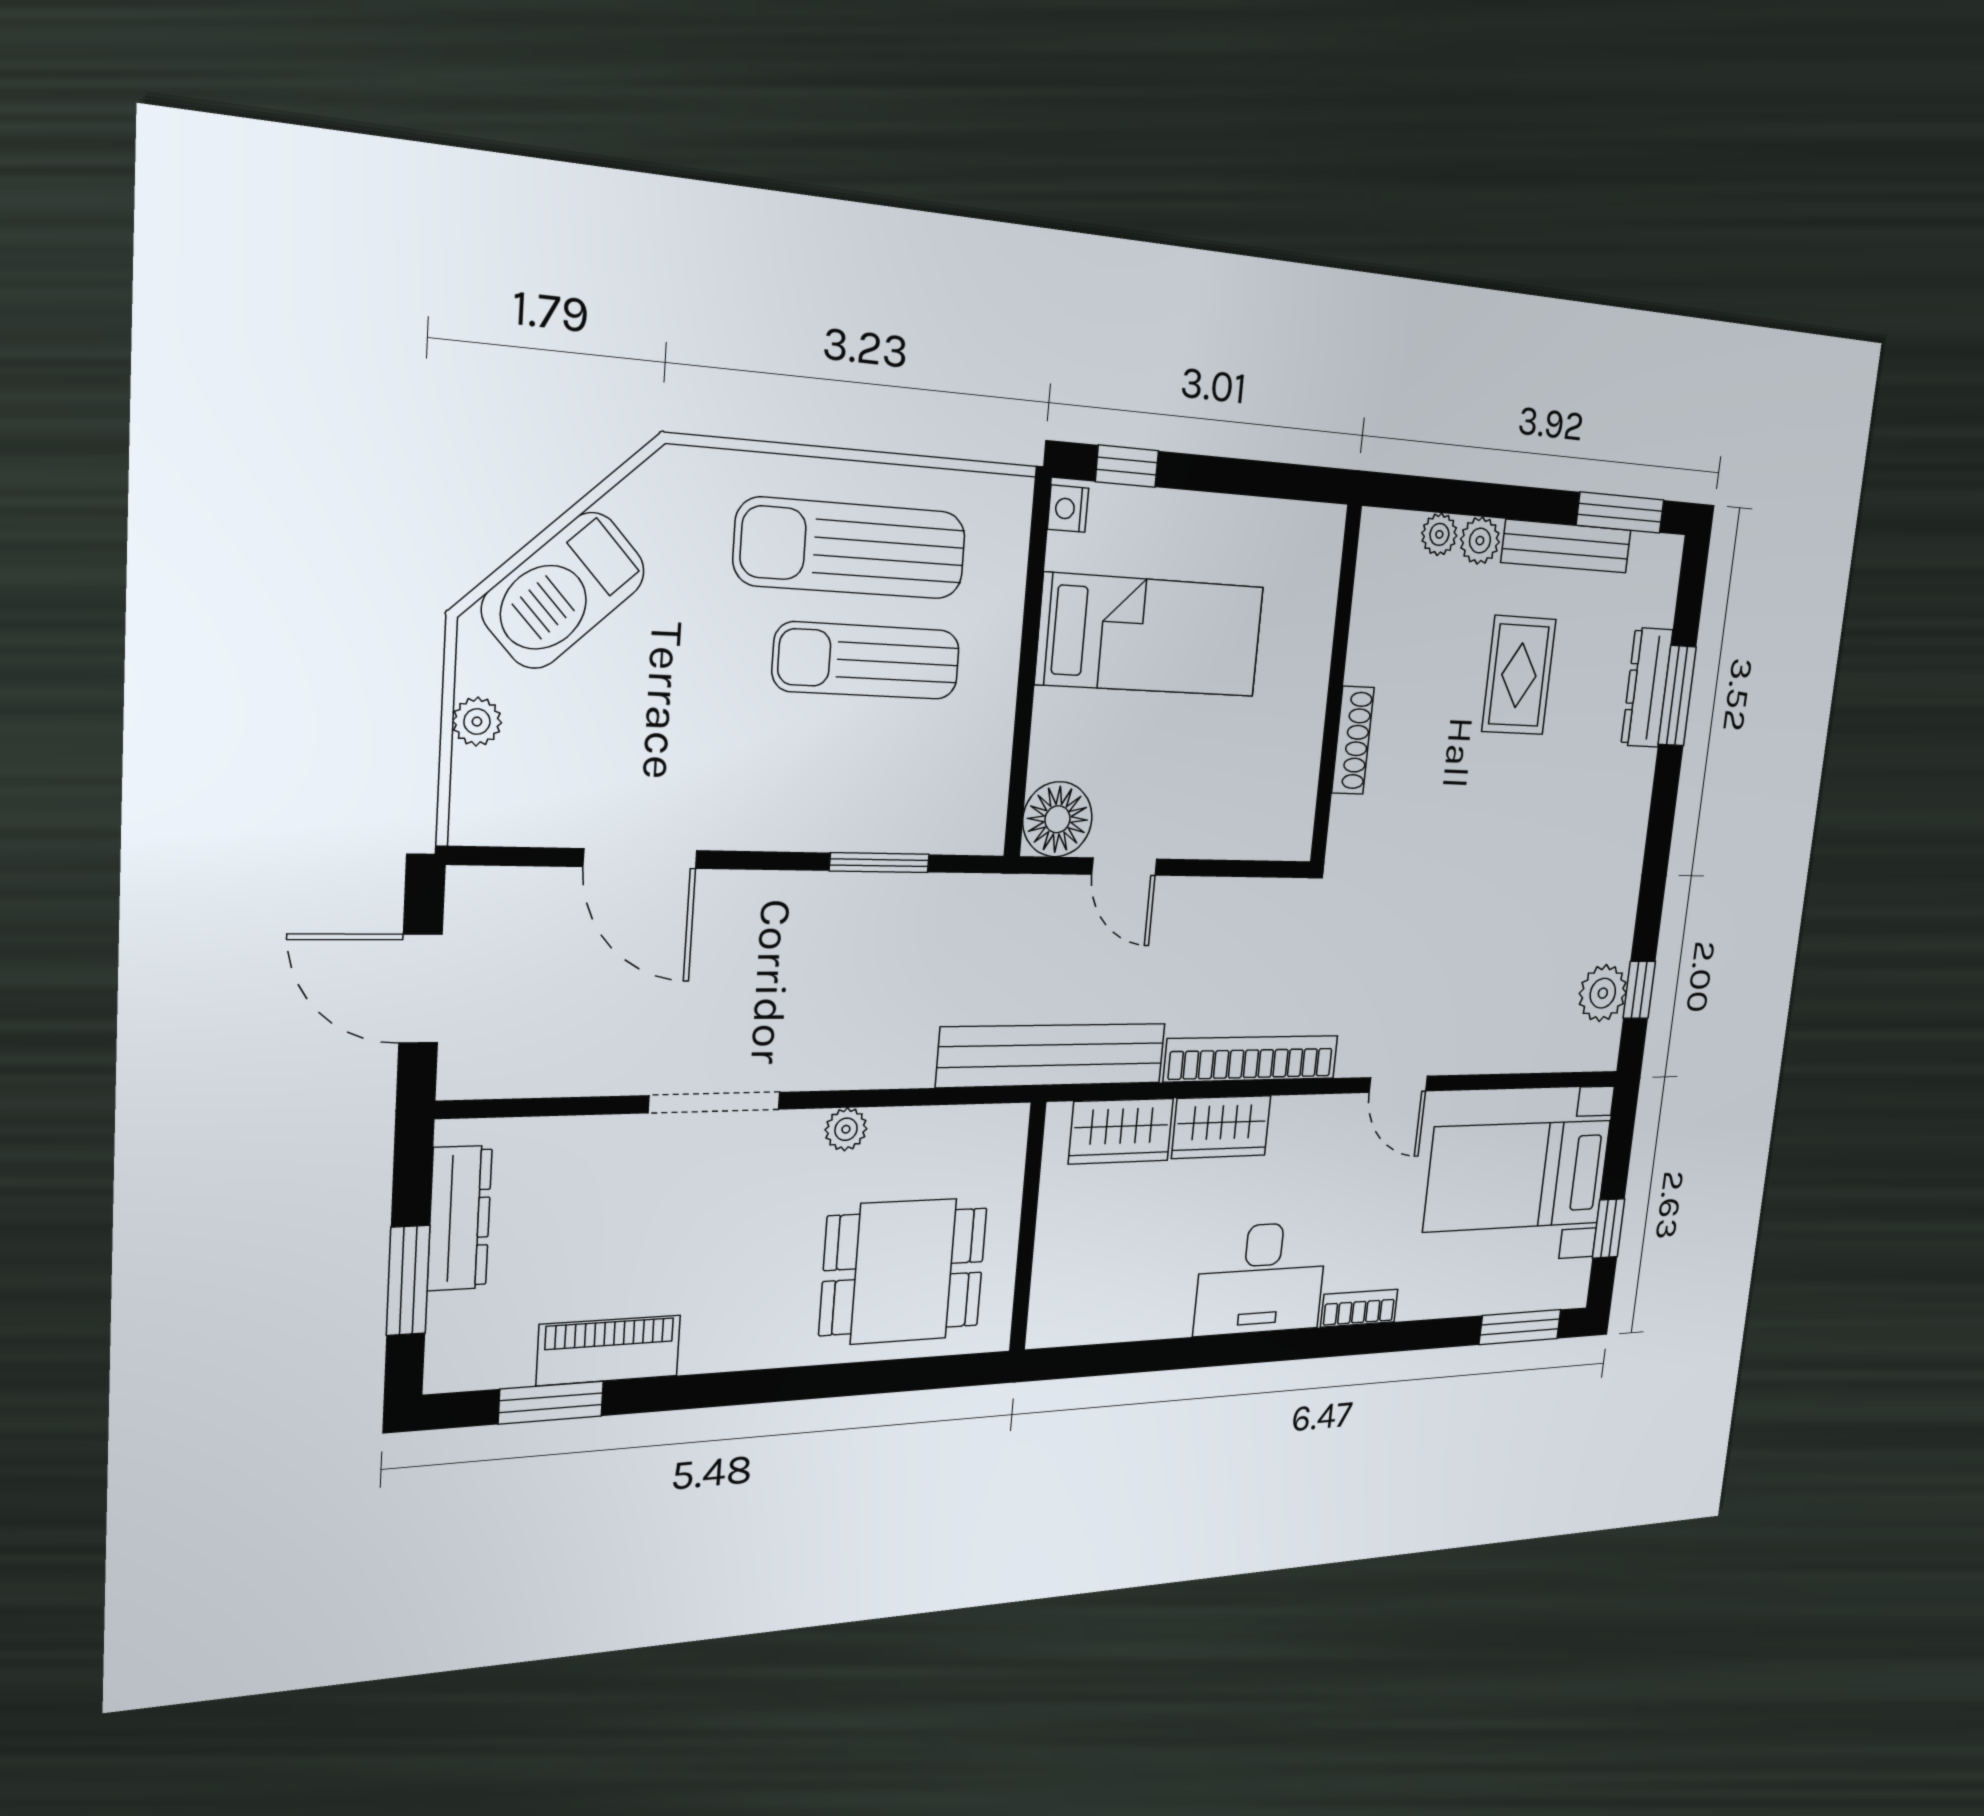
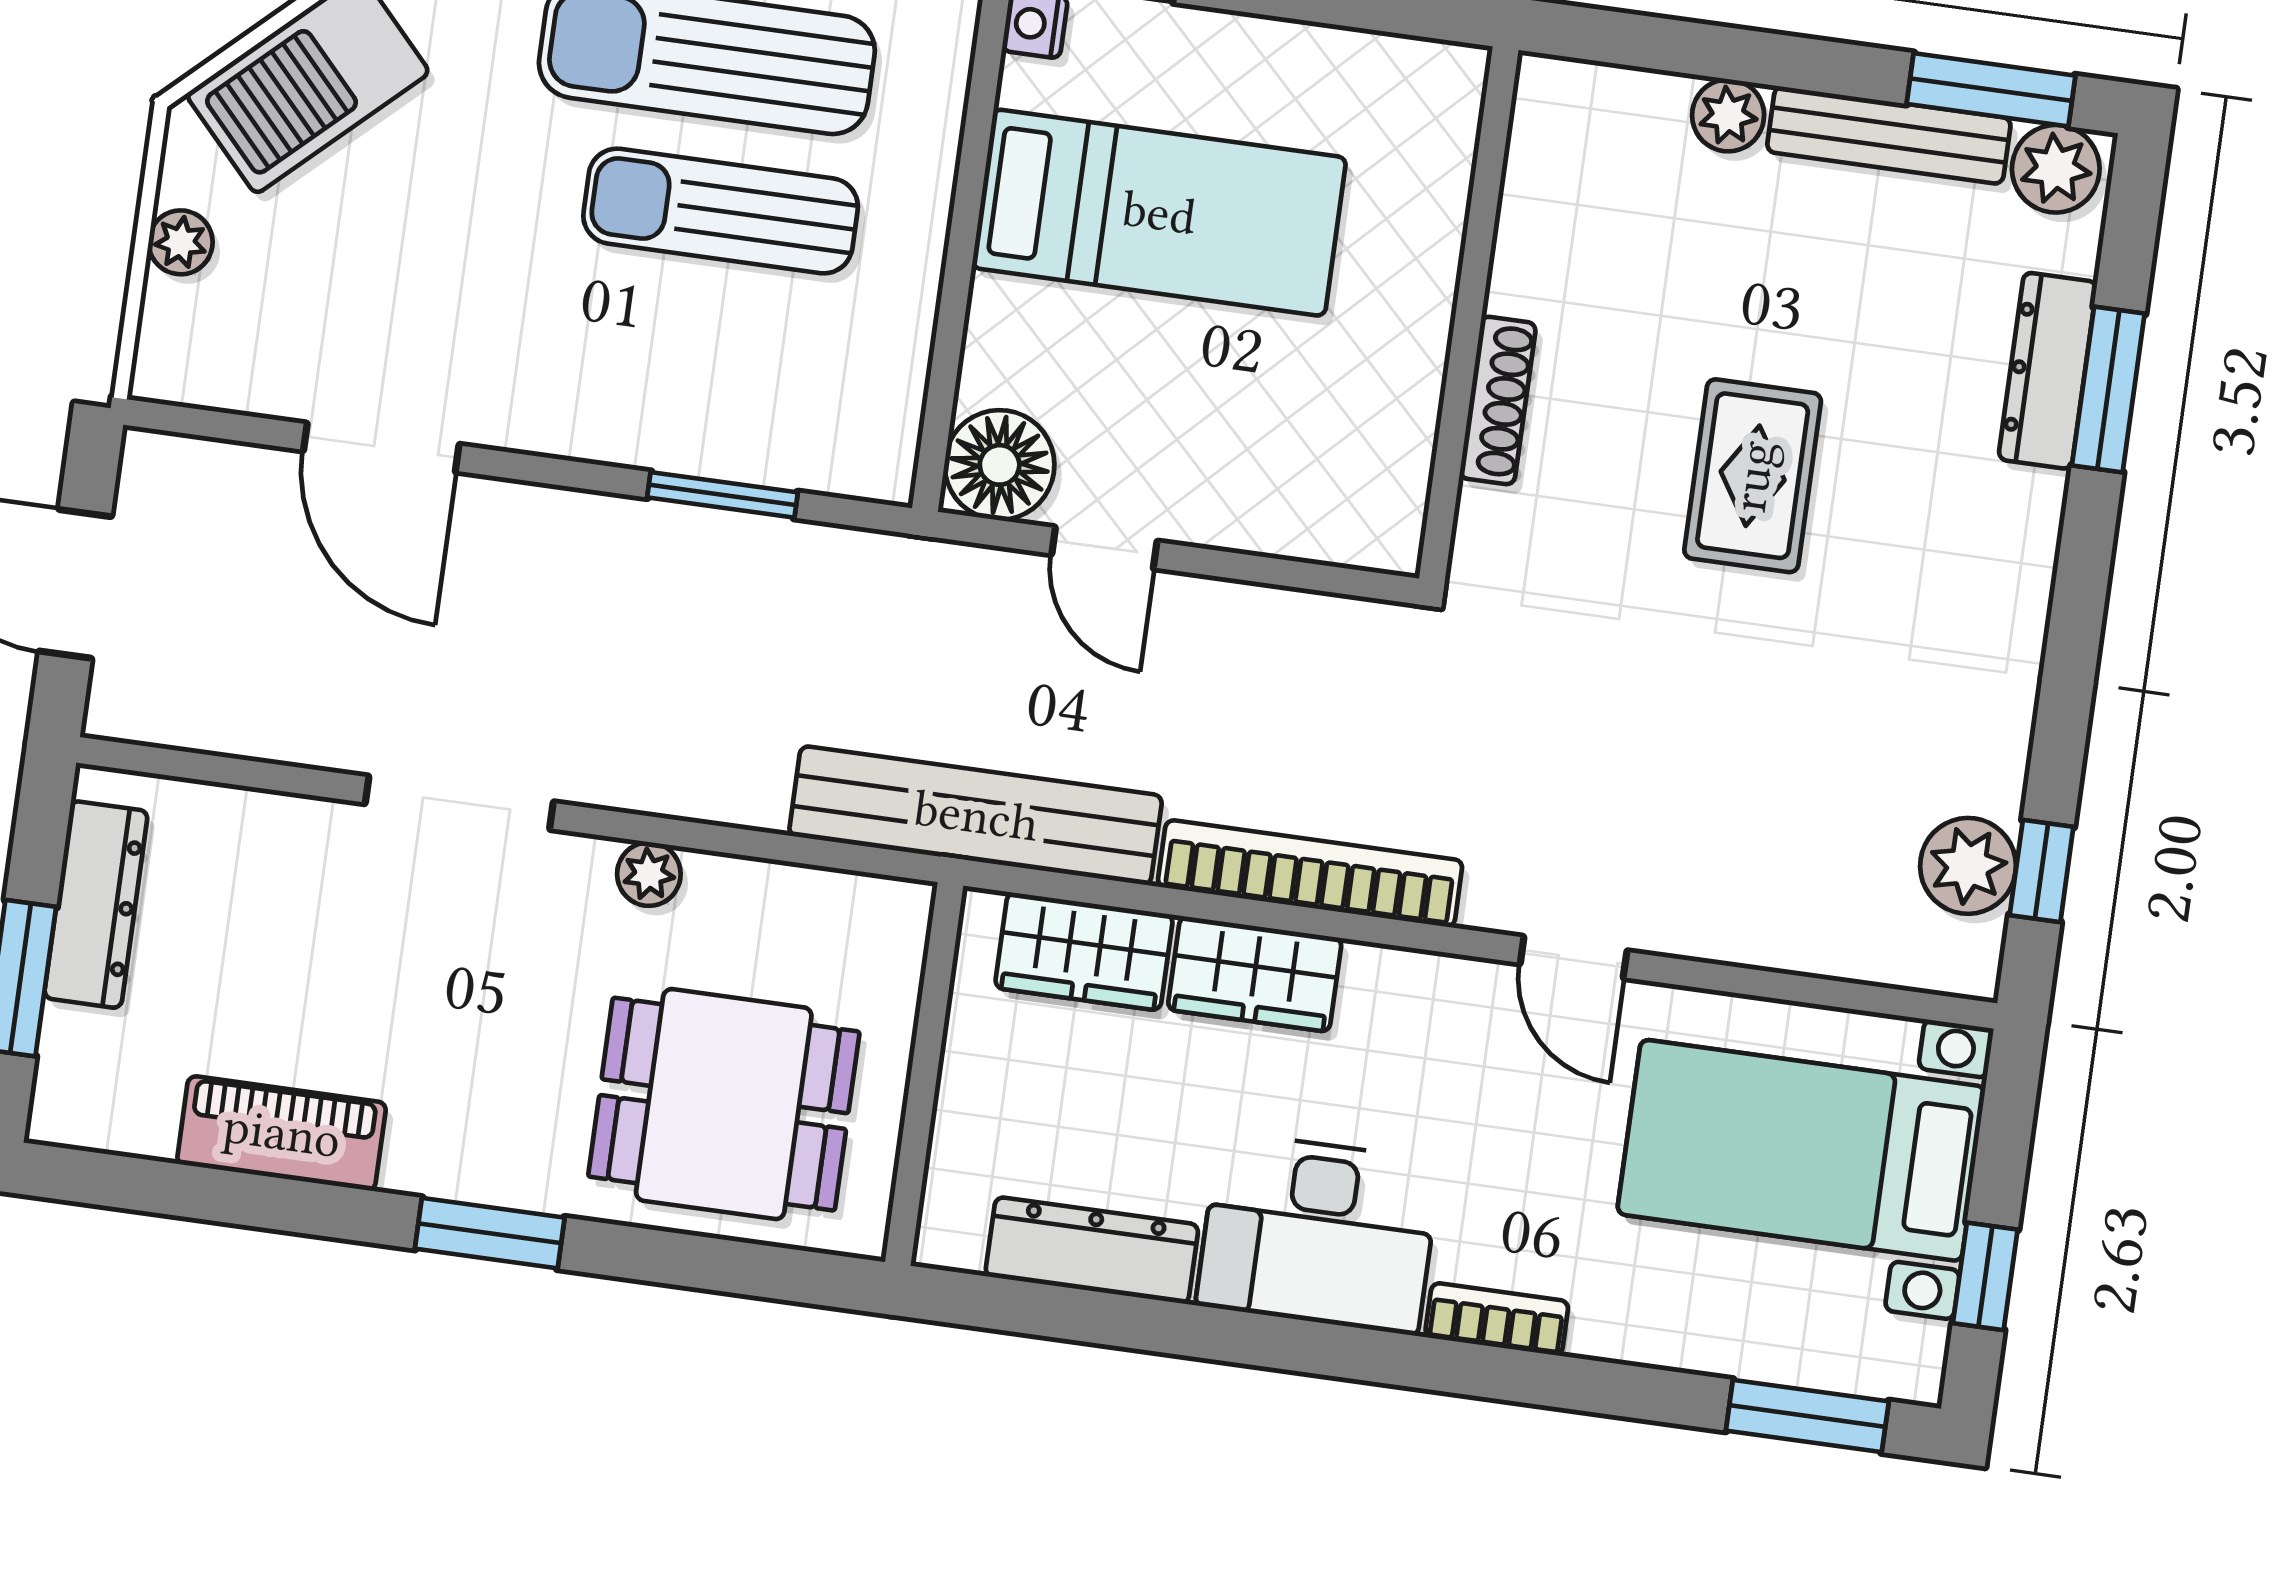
plant: (1439, 534) -> (2056, 169), moved, width x1.38, depth x1.38
rug: (1519, 675) -> (1753, 476), moved
dresser: (1132, 1317) -> (1092, 1250), added
window: (551, 1403) -> (490, 1233), moved

